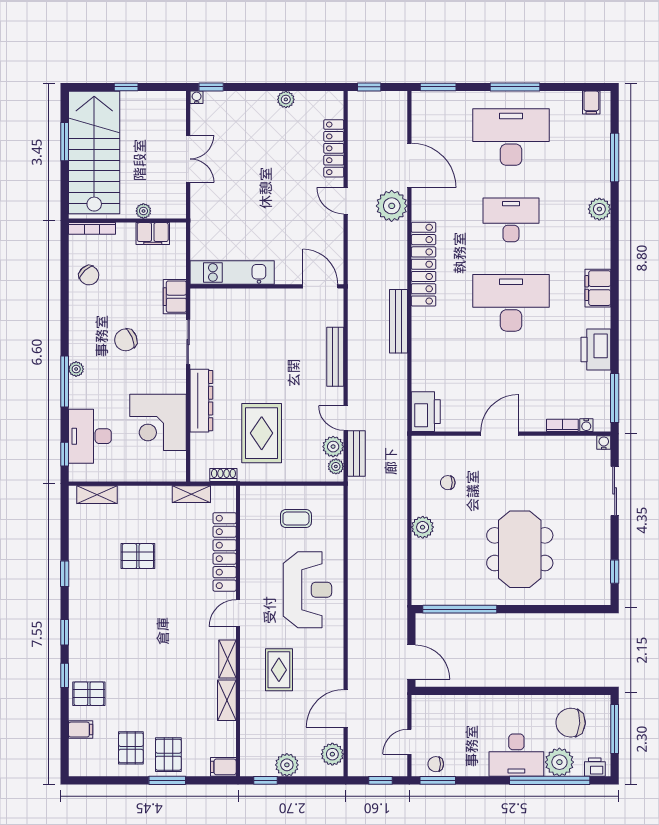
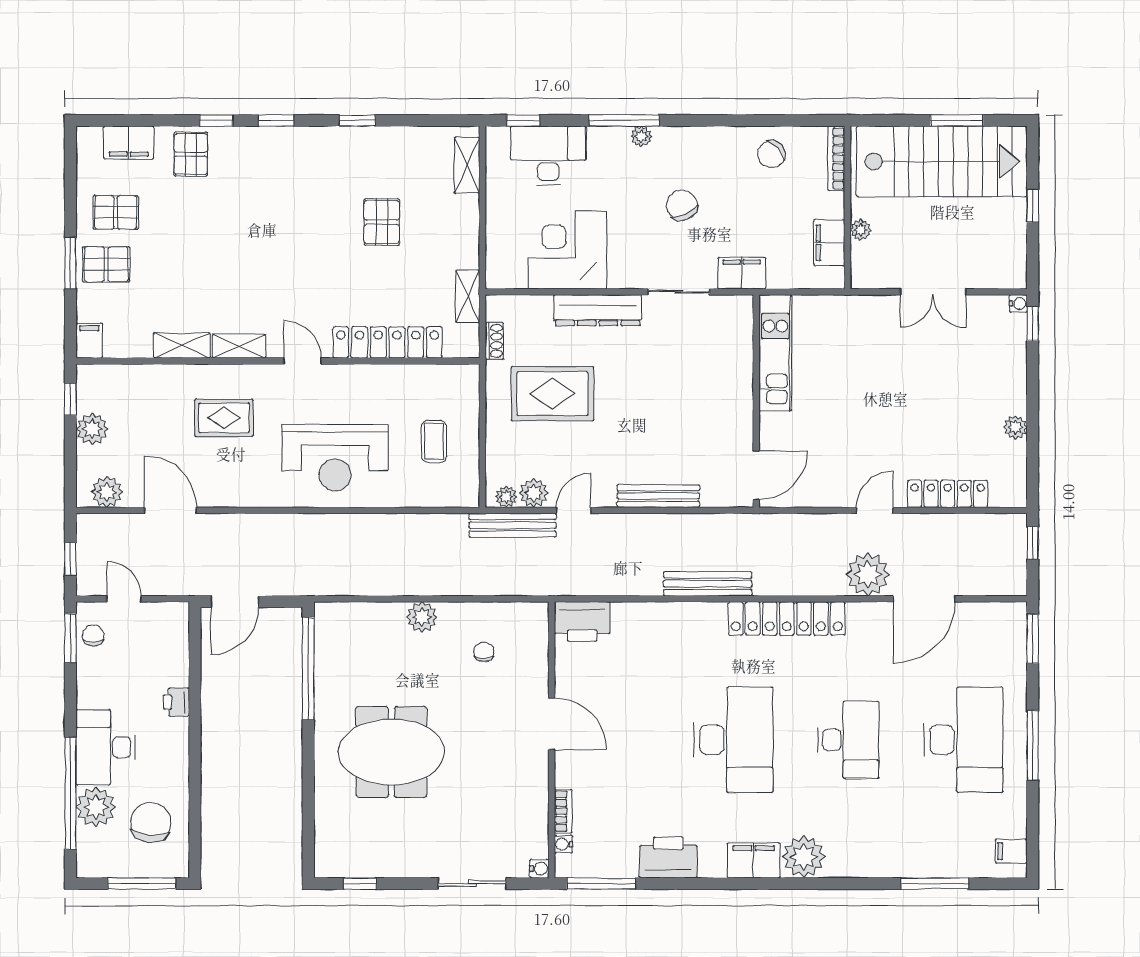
plant: (599, 209) -> (803, 857), moved, width x1.36, depth x1.36
bench: (356, 453) -> (513, 525), width x1.36
filing cabinet: (81, 730) -> (129, 143), width x2.00
printer: (595, 767) -> (176, 702), moved, turned 180

